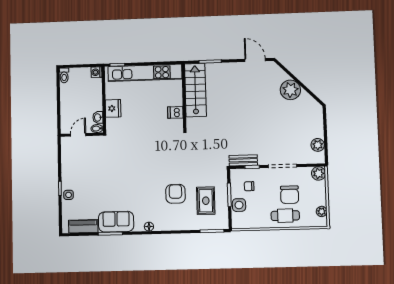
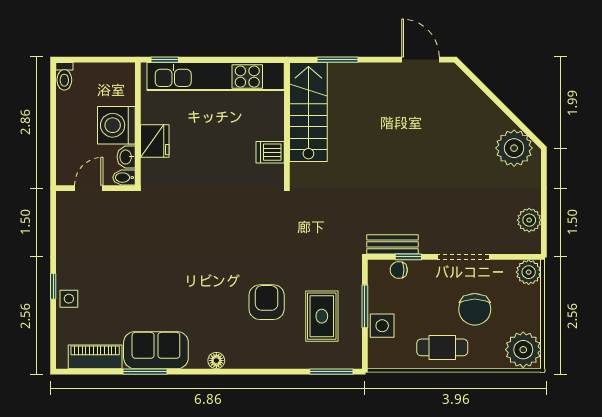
washing machine: (96, 72) -> (116, 125), moved, width x1.89, depth x1.89
plant: (290, 90) -> (514, 148), moved
chair: (249, 186) -> (399, 270), moved
plant: (322, 211) -> (523, 350), width x1.88, depth x1.88
cafe table: (285, 216) -> (442, 347), moved

